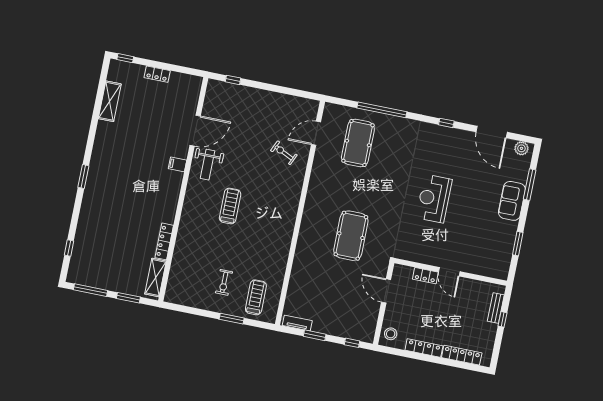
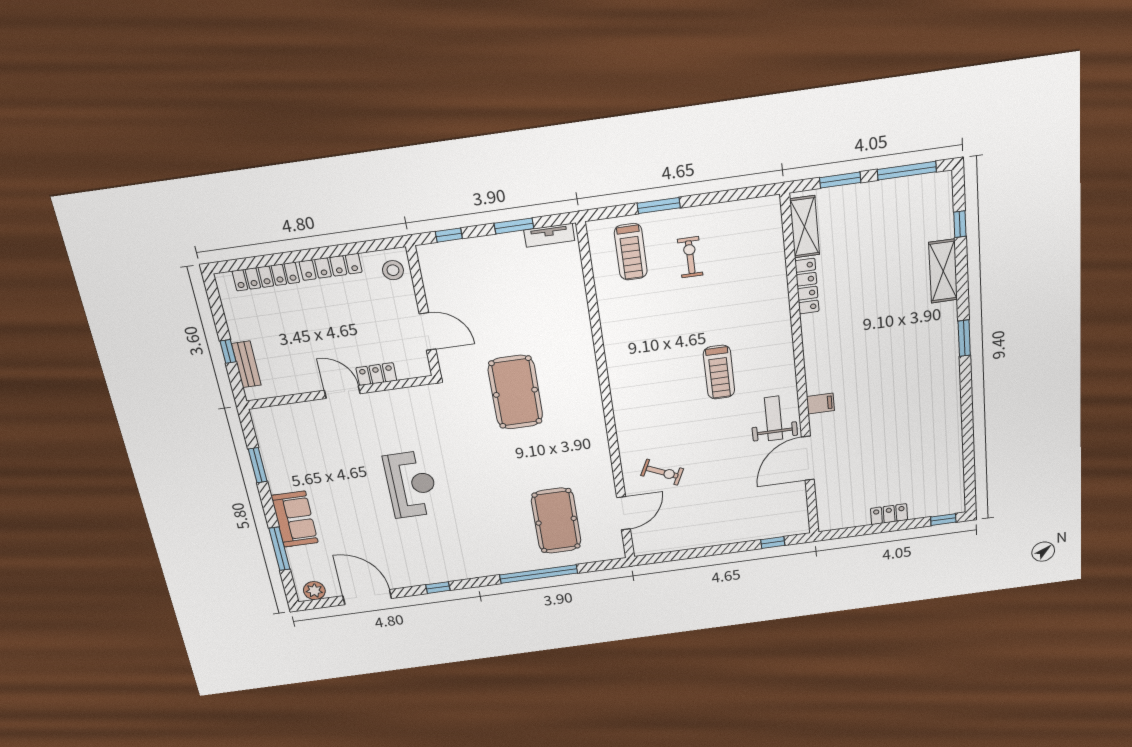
shelving: (110, 101) -> (943, 271), moved

